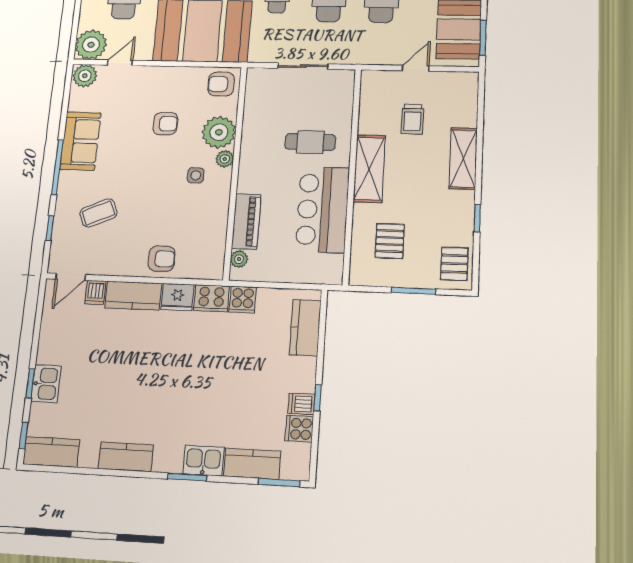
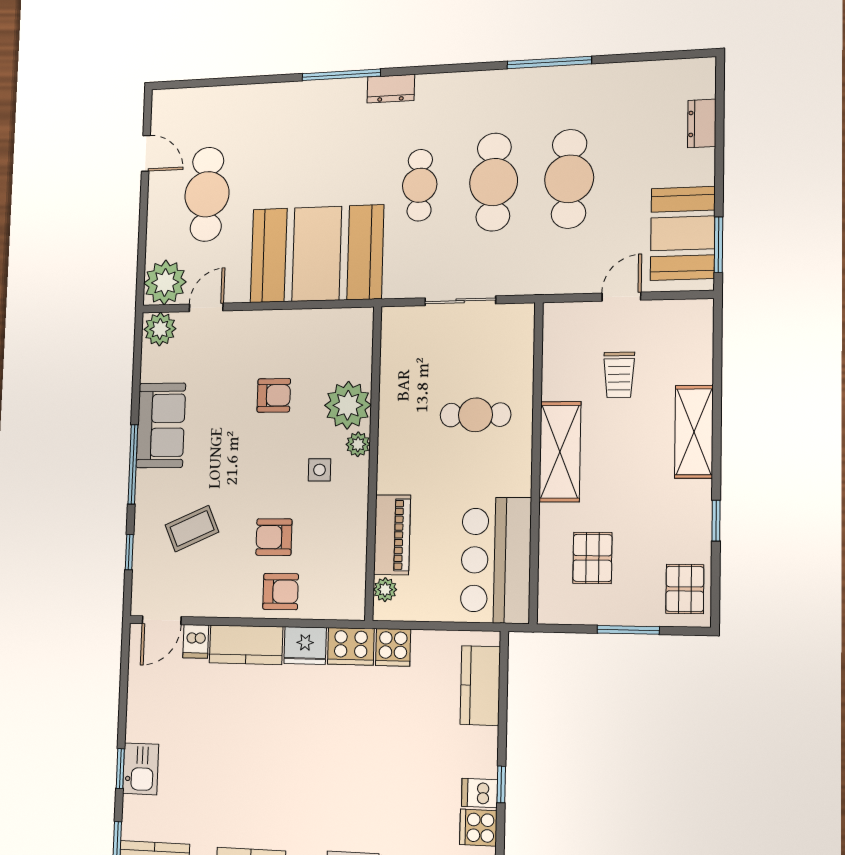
armchair: (221, 84) -> (274, 537), moved
bar counter: (323, 209) -> (496, 560), moved

